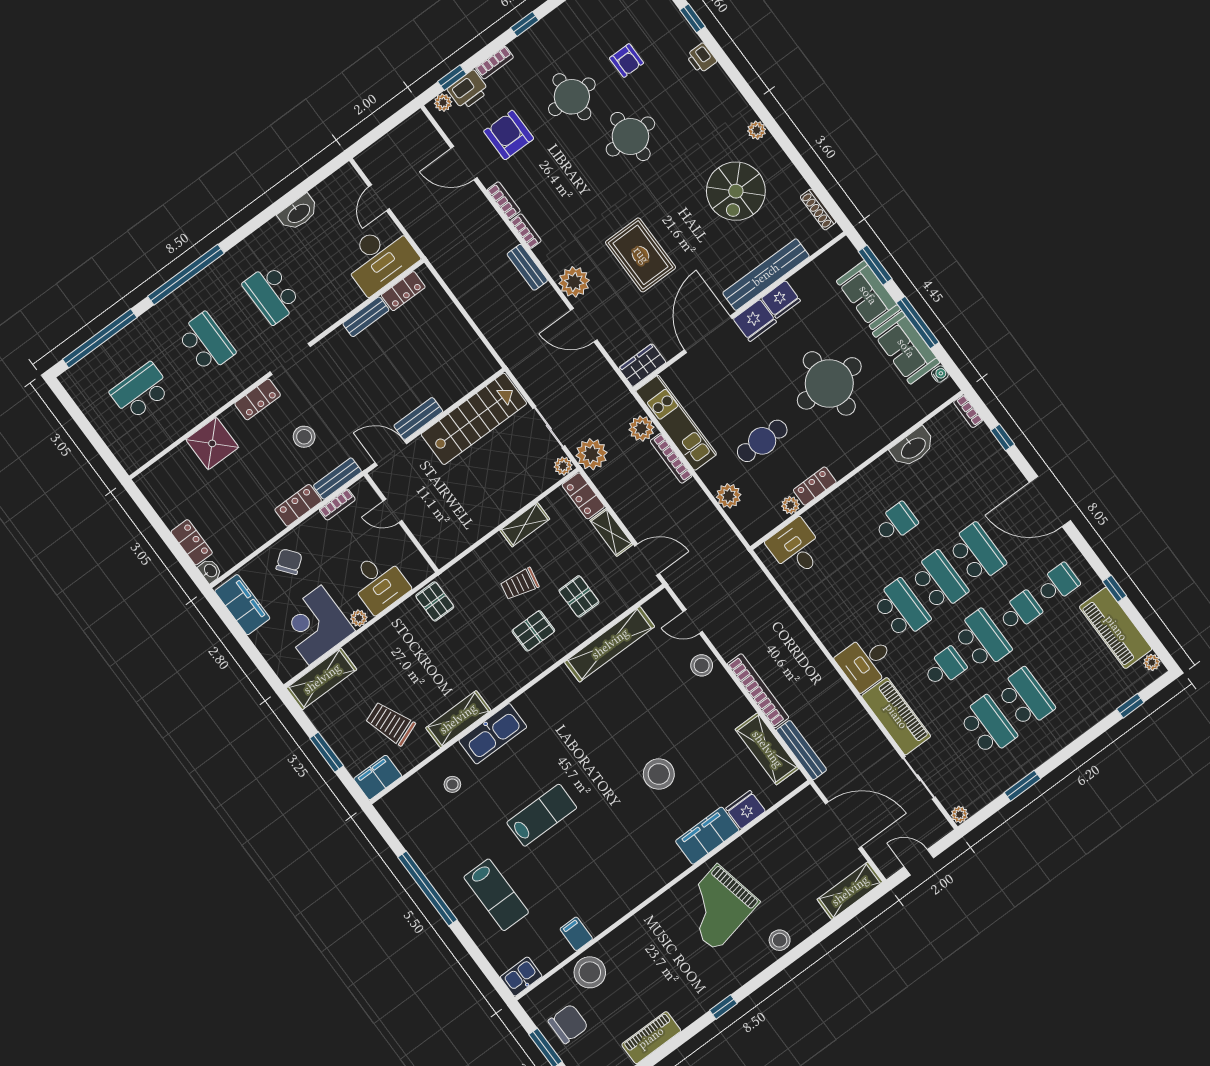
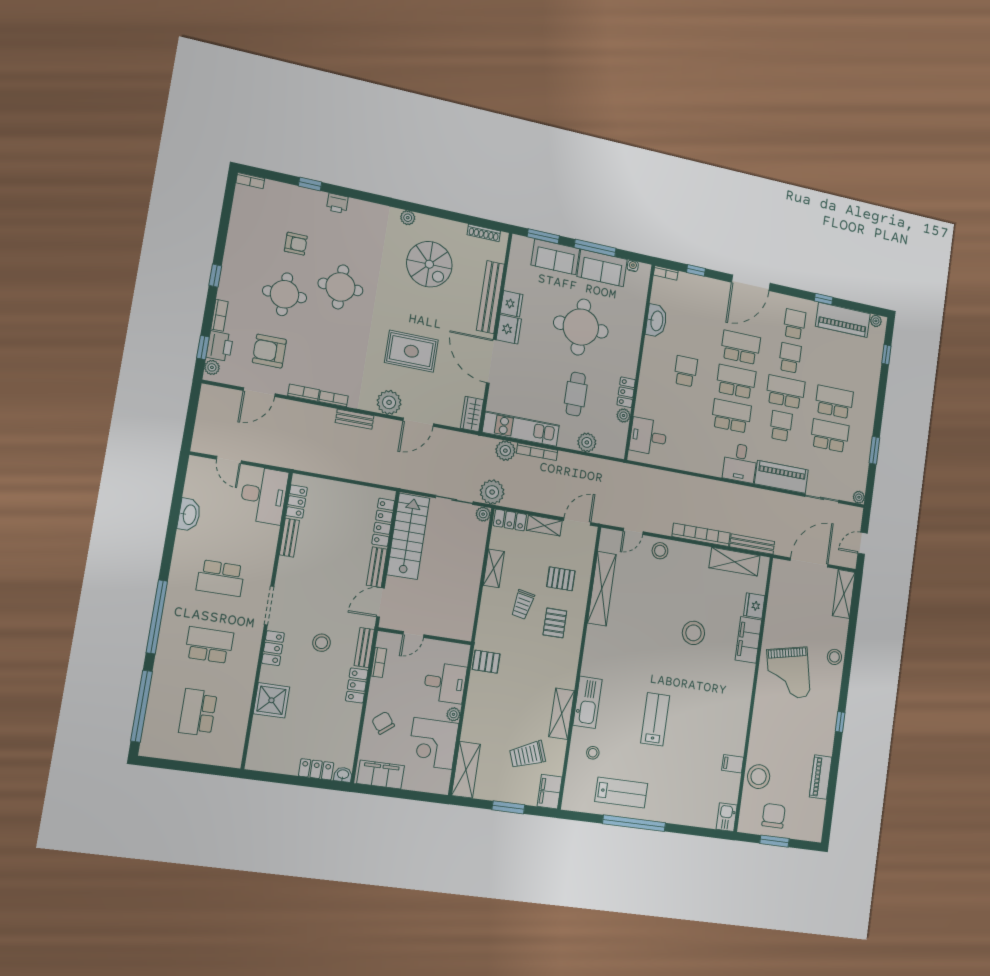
locker: (463, 384) -> (383, 522), added
lab bench: (496, 895) -> (621, 792), moved

